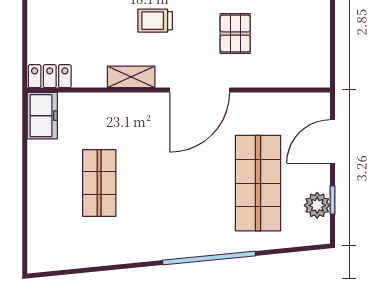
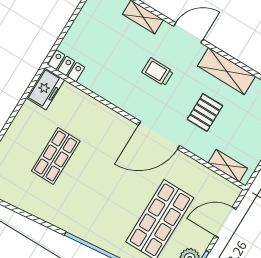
shelving: (131, 77) -> (228, 166), moved

